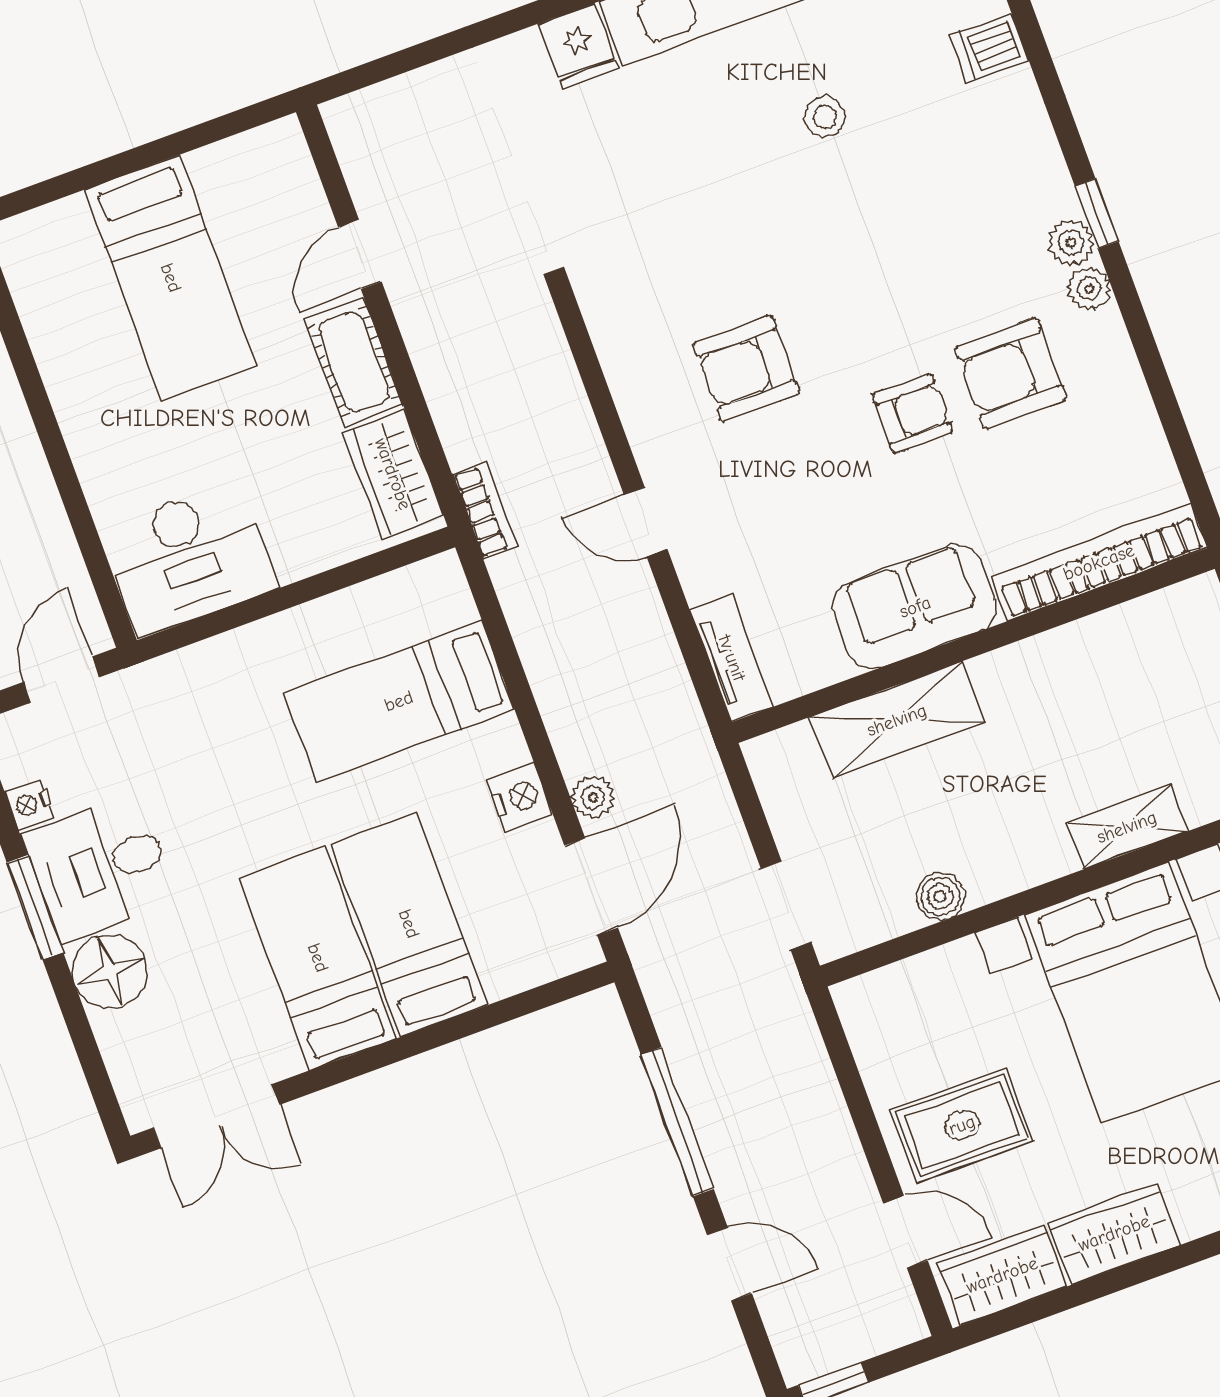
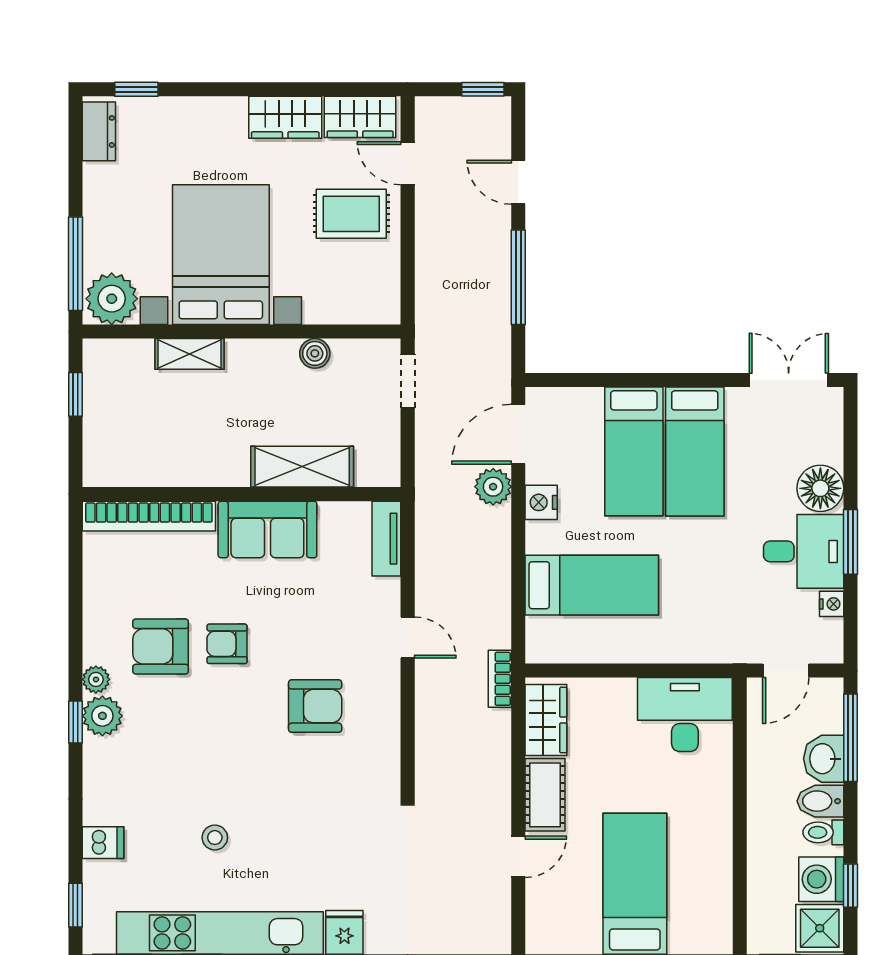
plant: (1071, 243) -> (102, 716), width x1.38, depth x1.38
armchair: (1011, 373) -> (161, 646), turned 180
plant: (593, 797) -> (493, 487), width x1.38, depth x1.38

